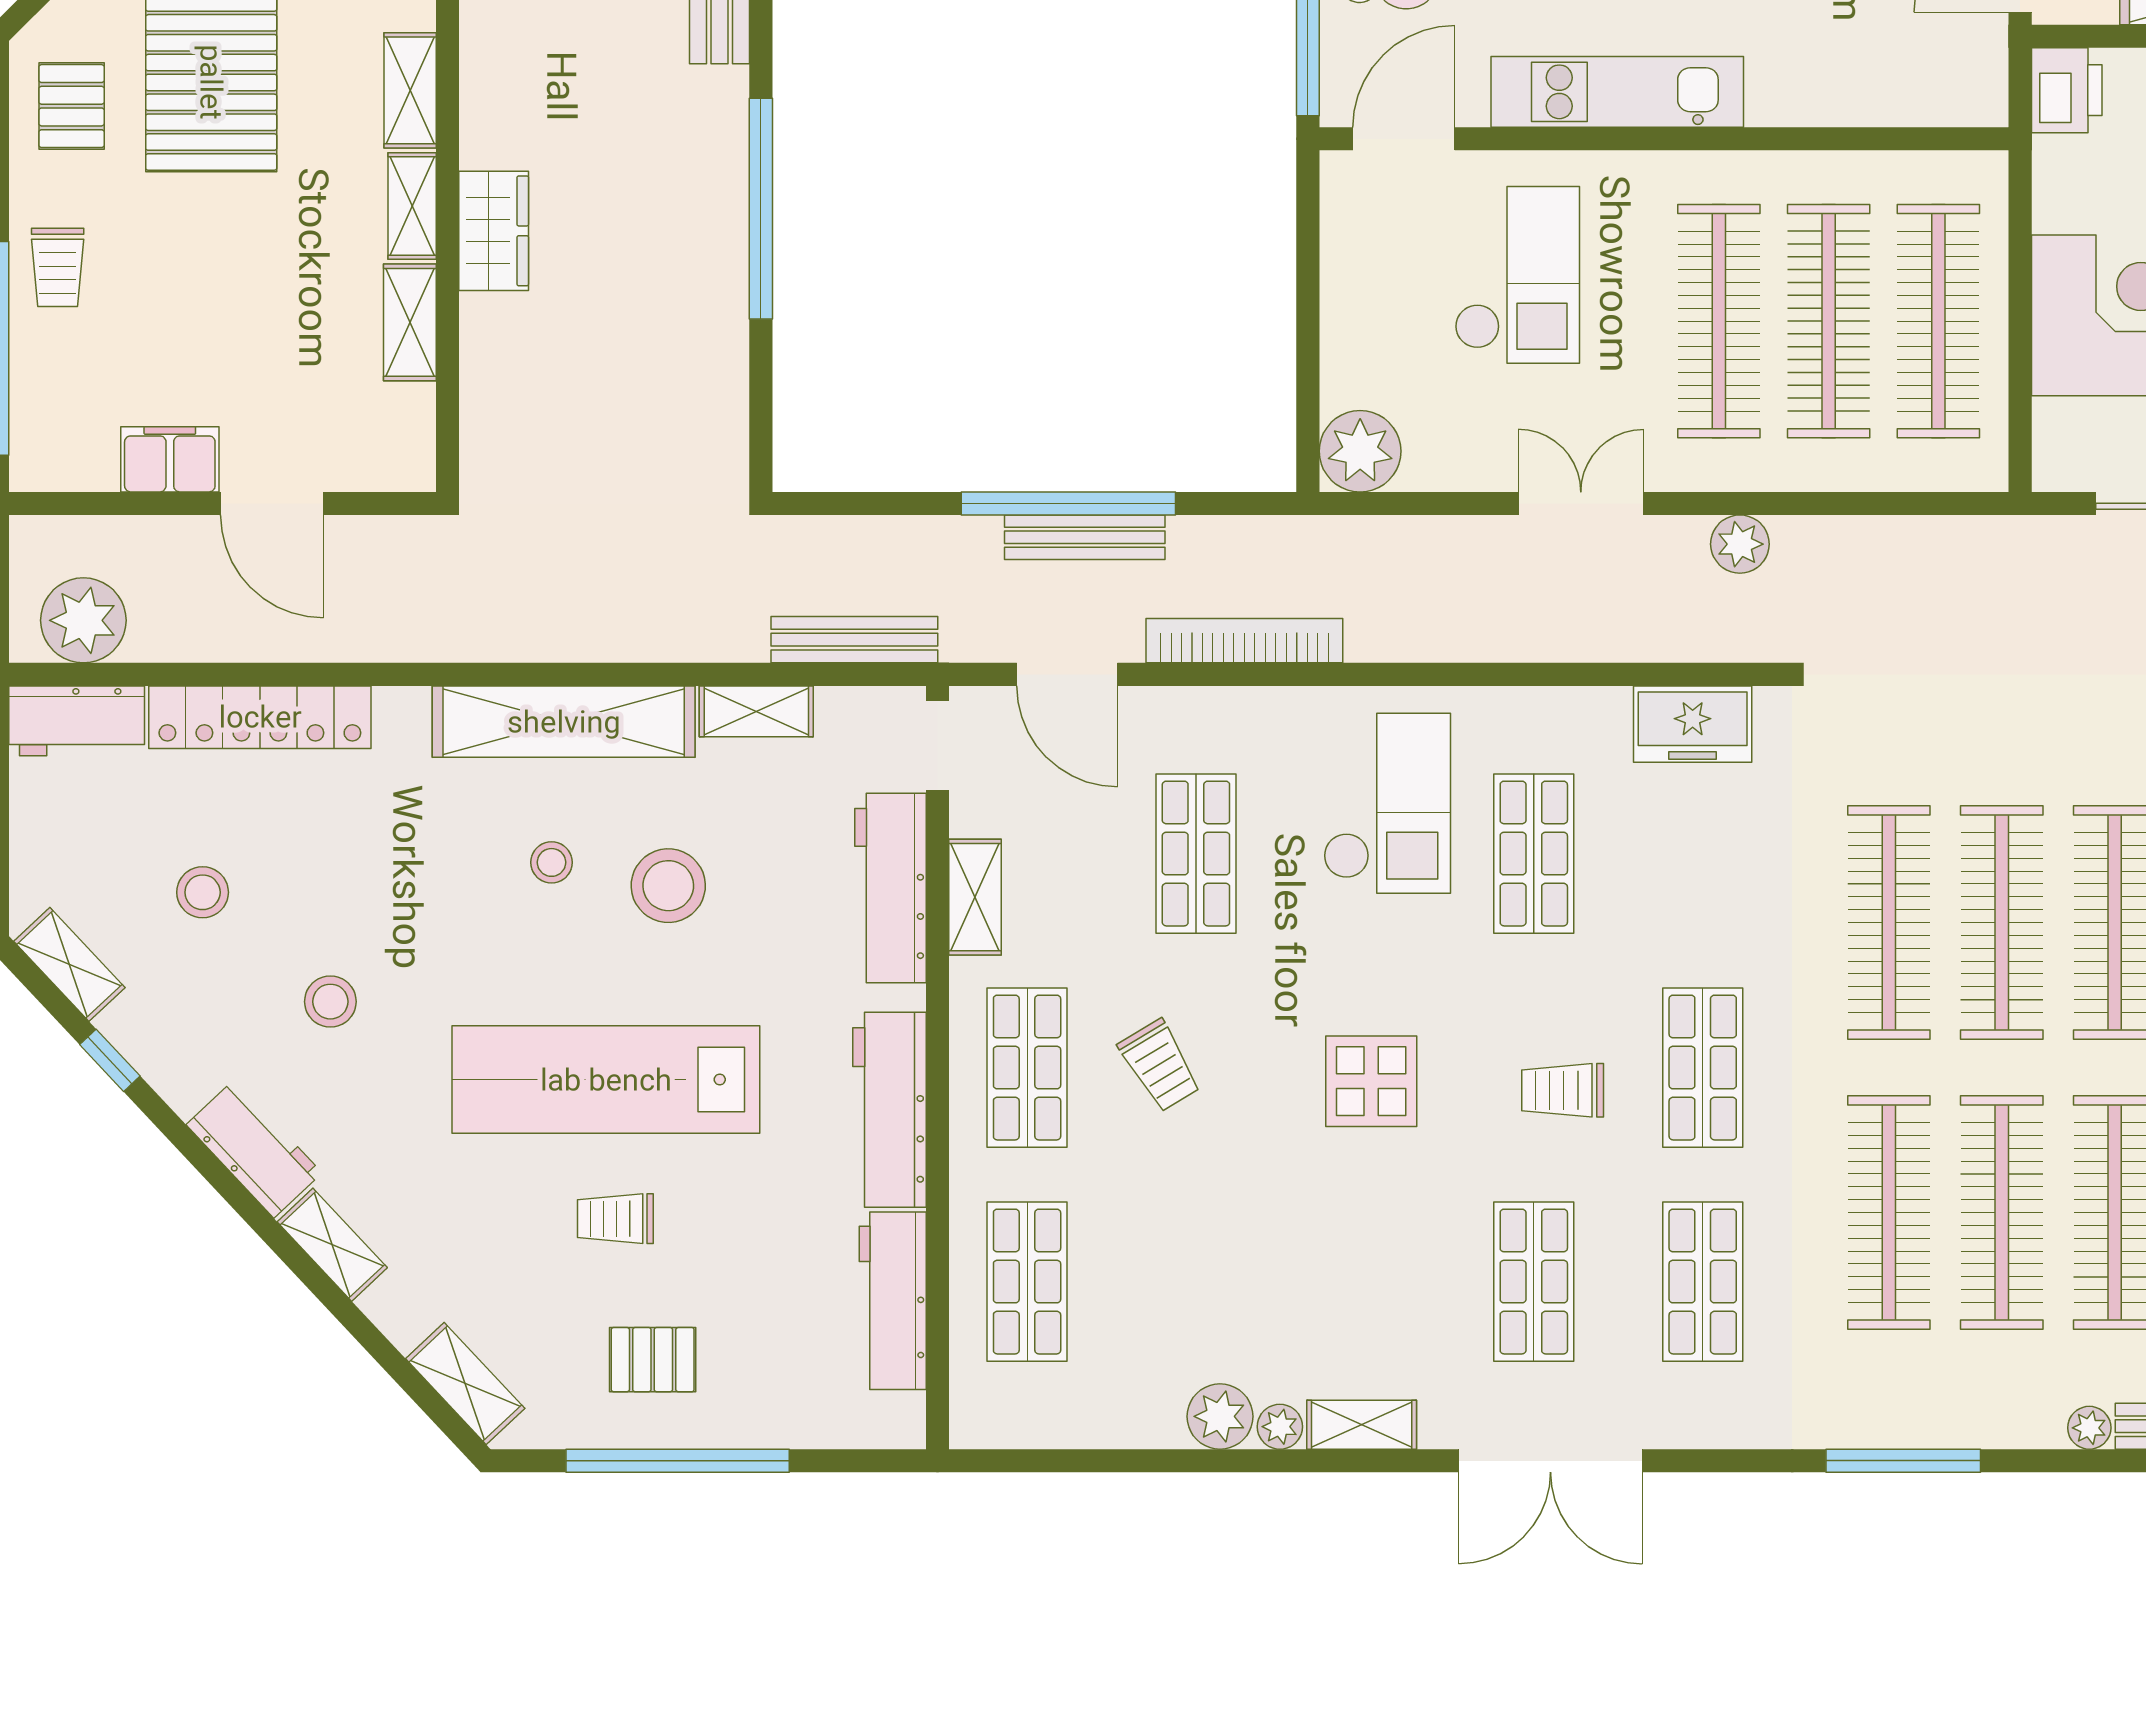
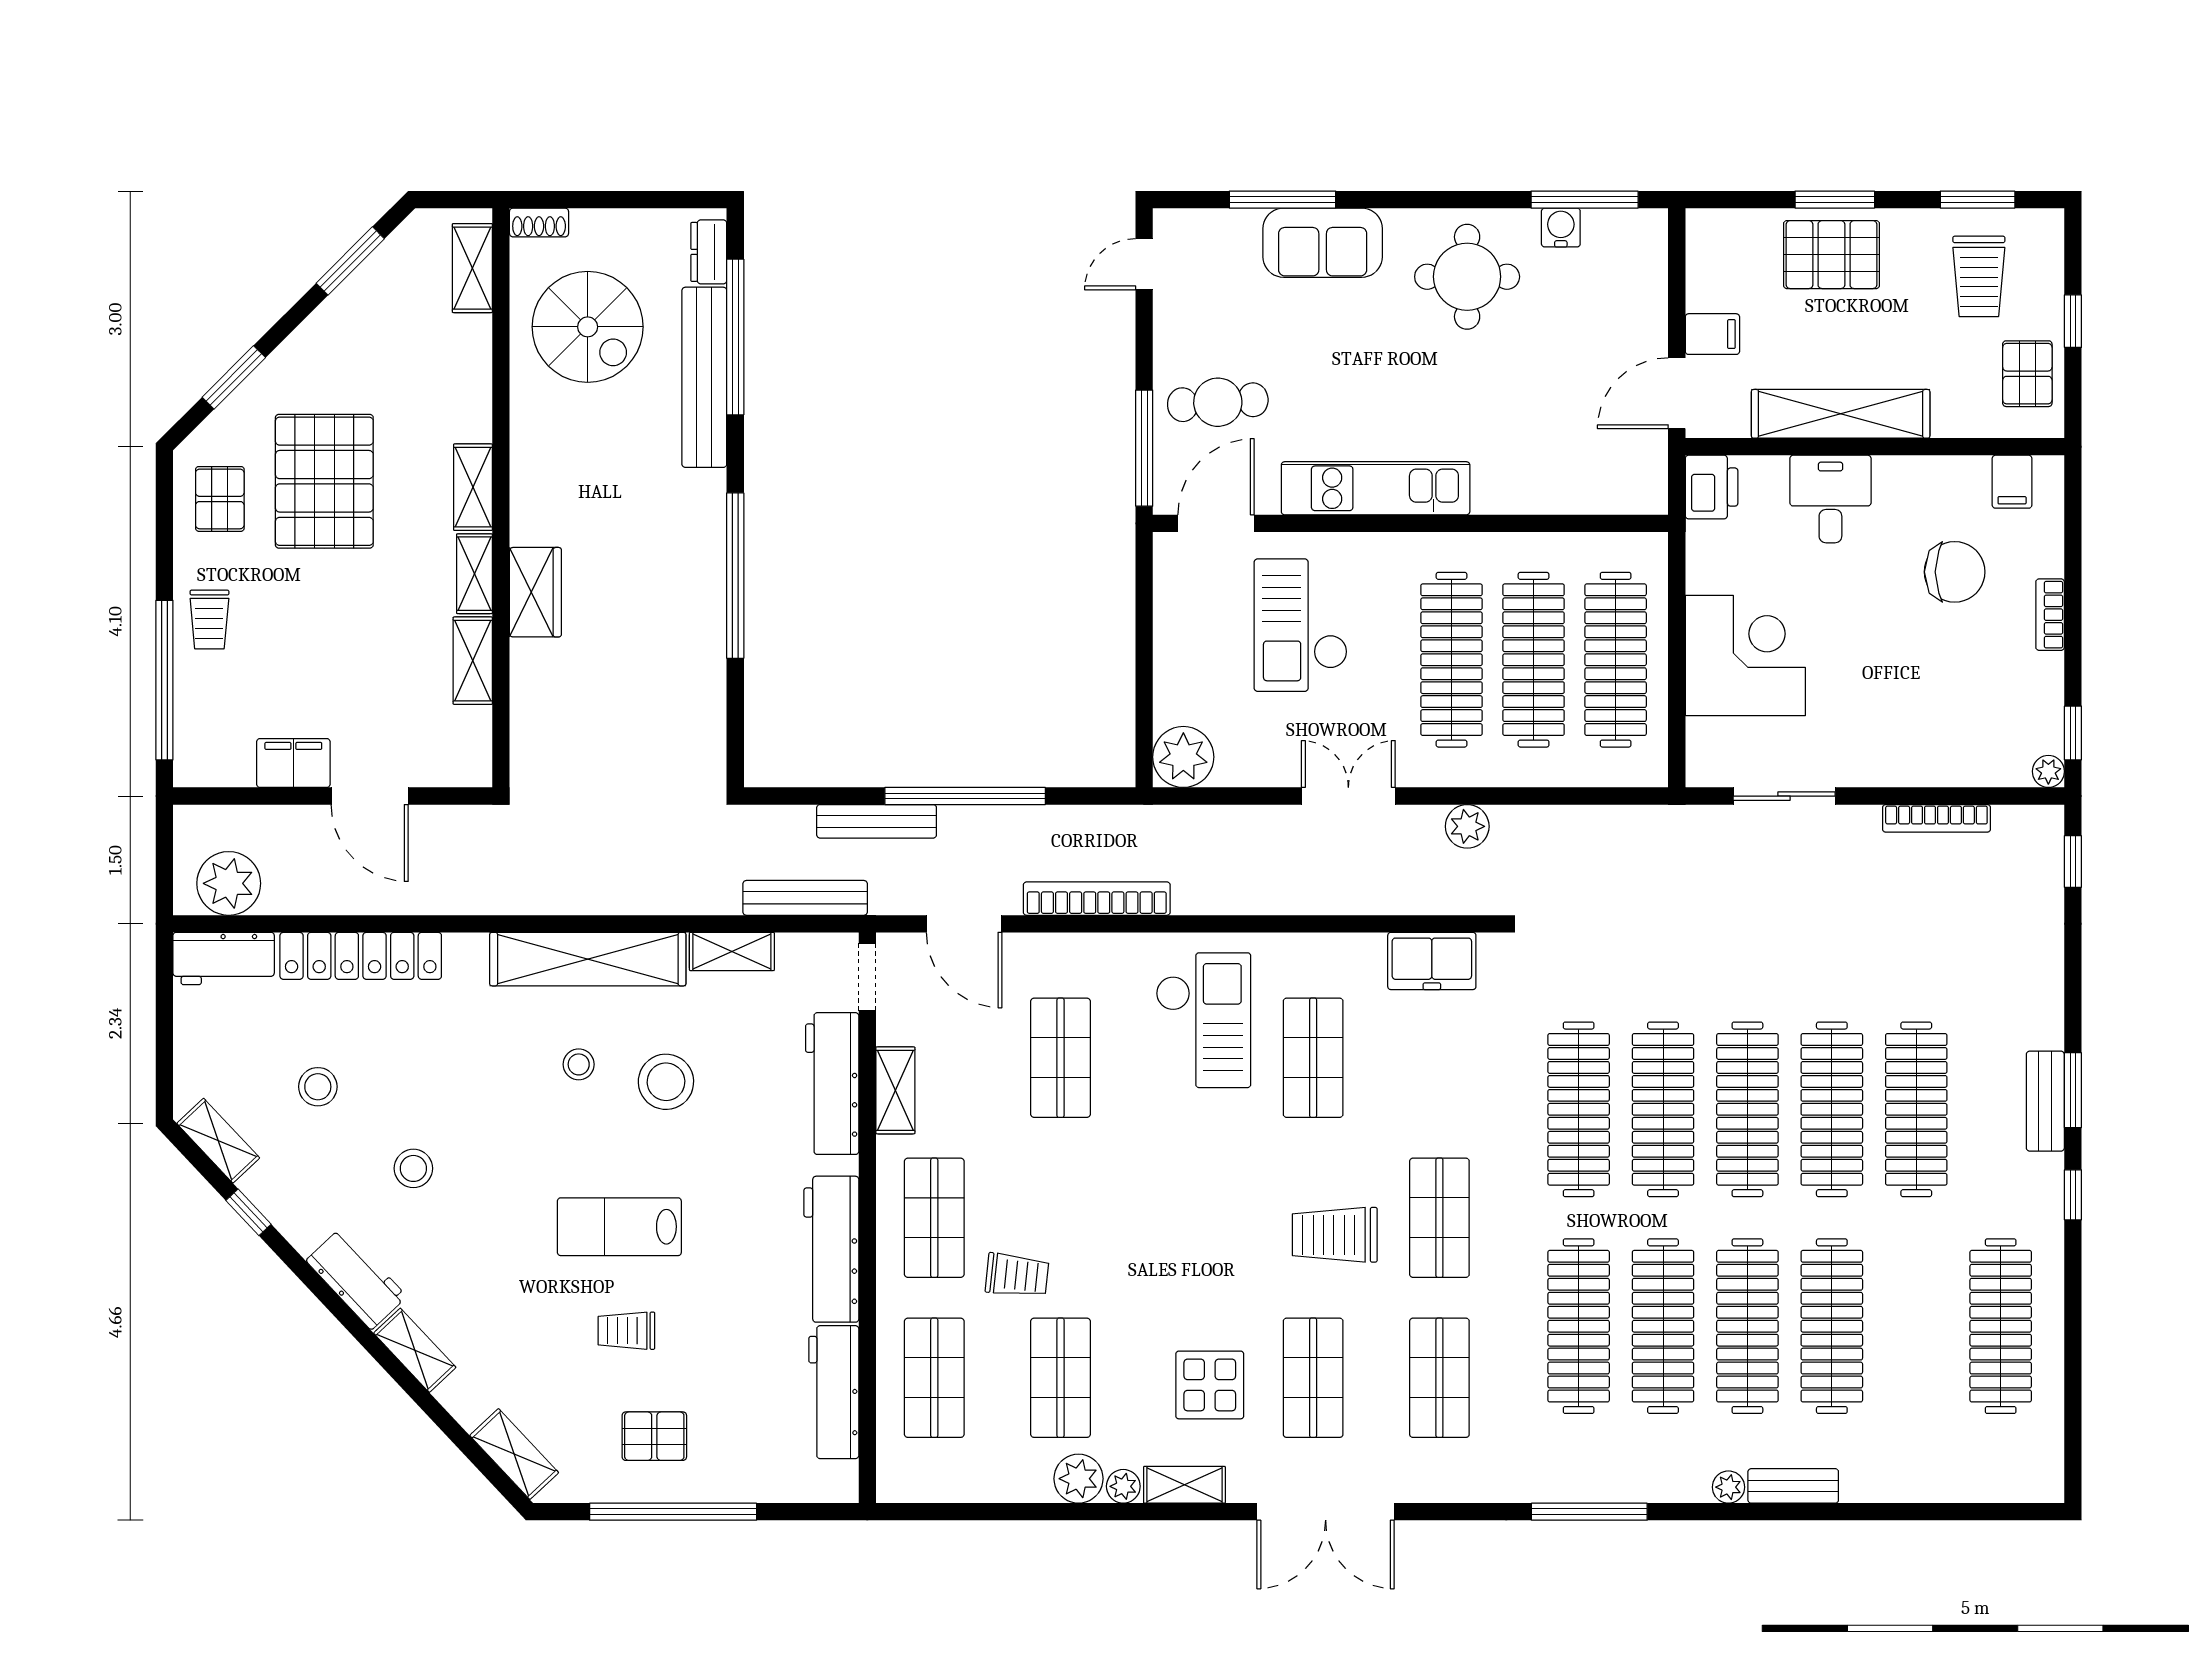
checkout: (1517, 275) -> (1301, 625), turned 180
bench: (1085, 537) -> (877, 821), moved
trolley: (1160, 1065) -> (1017, 1275), moved, turned -53
lab bench: (606, 1080) -> (619, 1227), width x0.54, depth x0.72
display table: (1371, 1081) -> (1210, 1385), moved
trolley: (1563, 1090) -> (1335, 1235), width x1.36, depth x1.39
shop shelf: (1196, 1282) -> (1061, 1378), added

